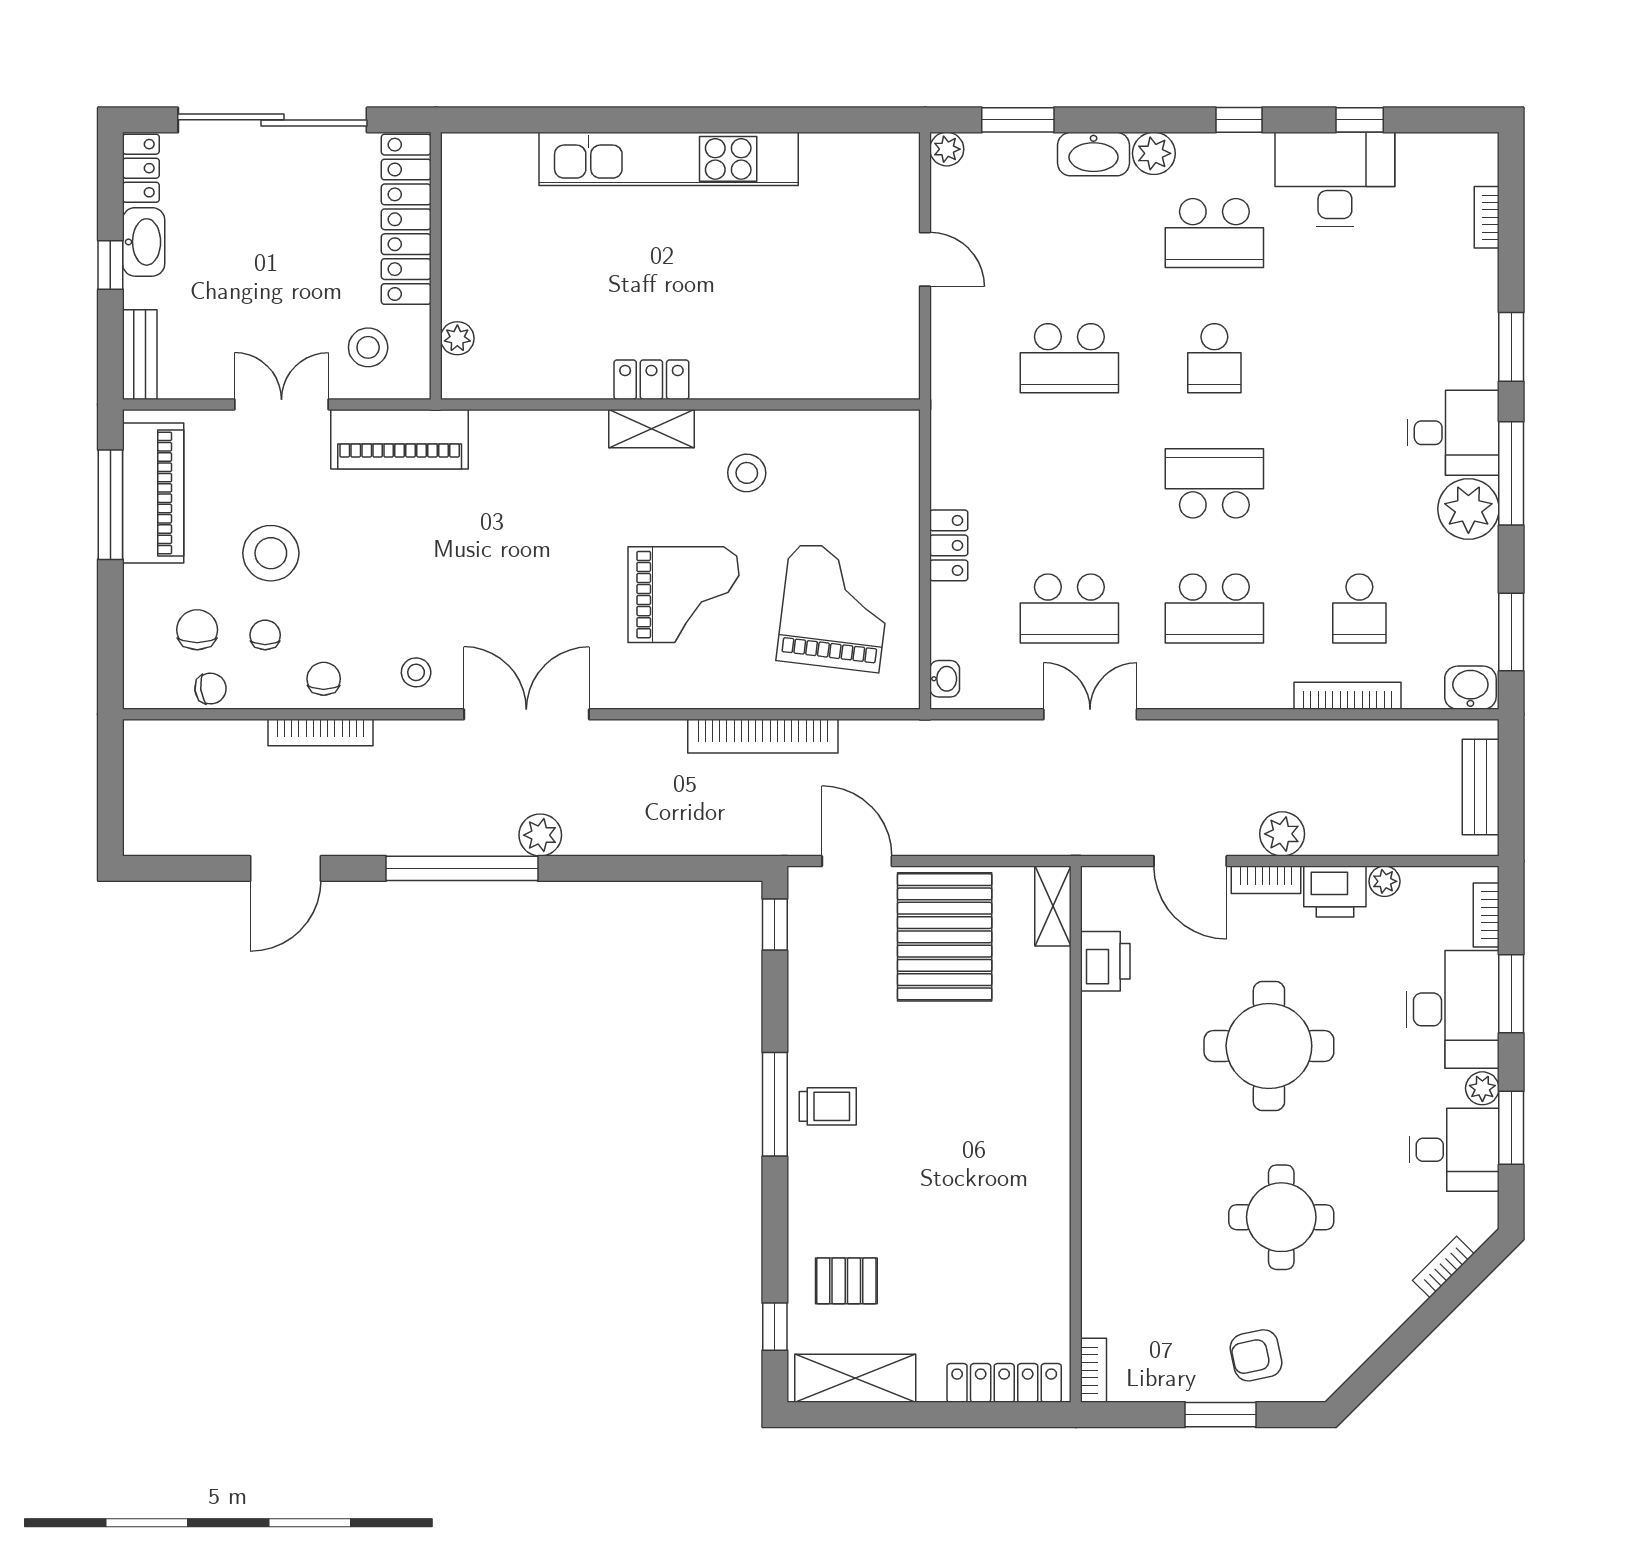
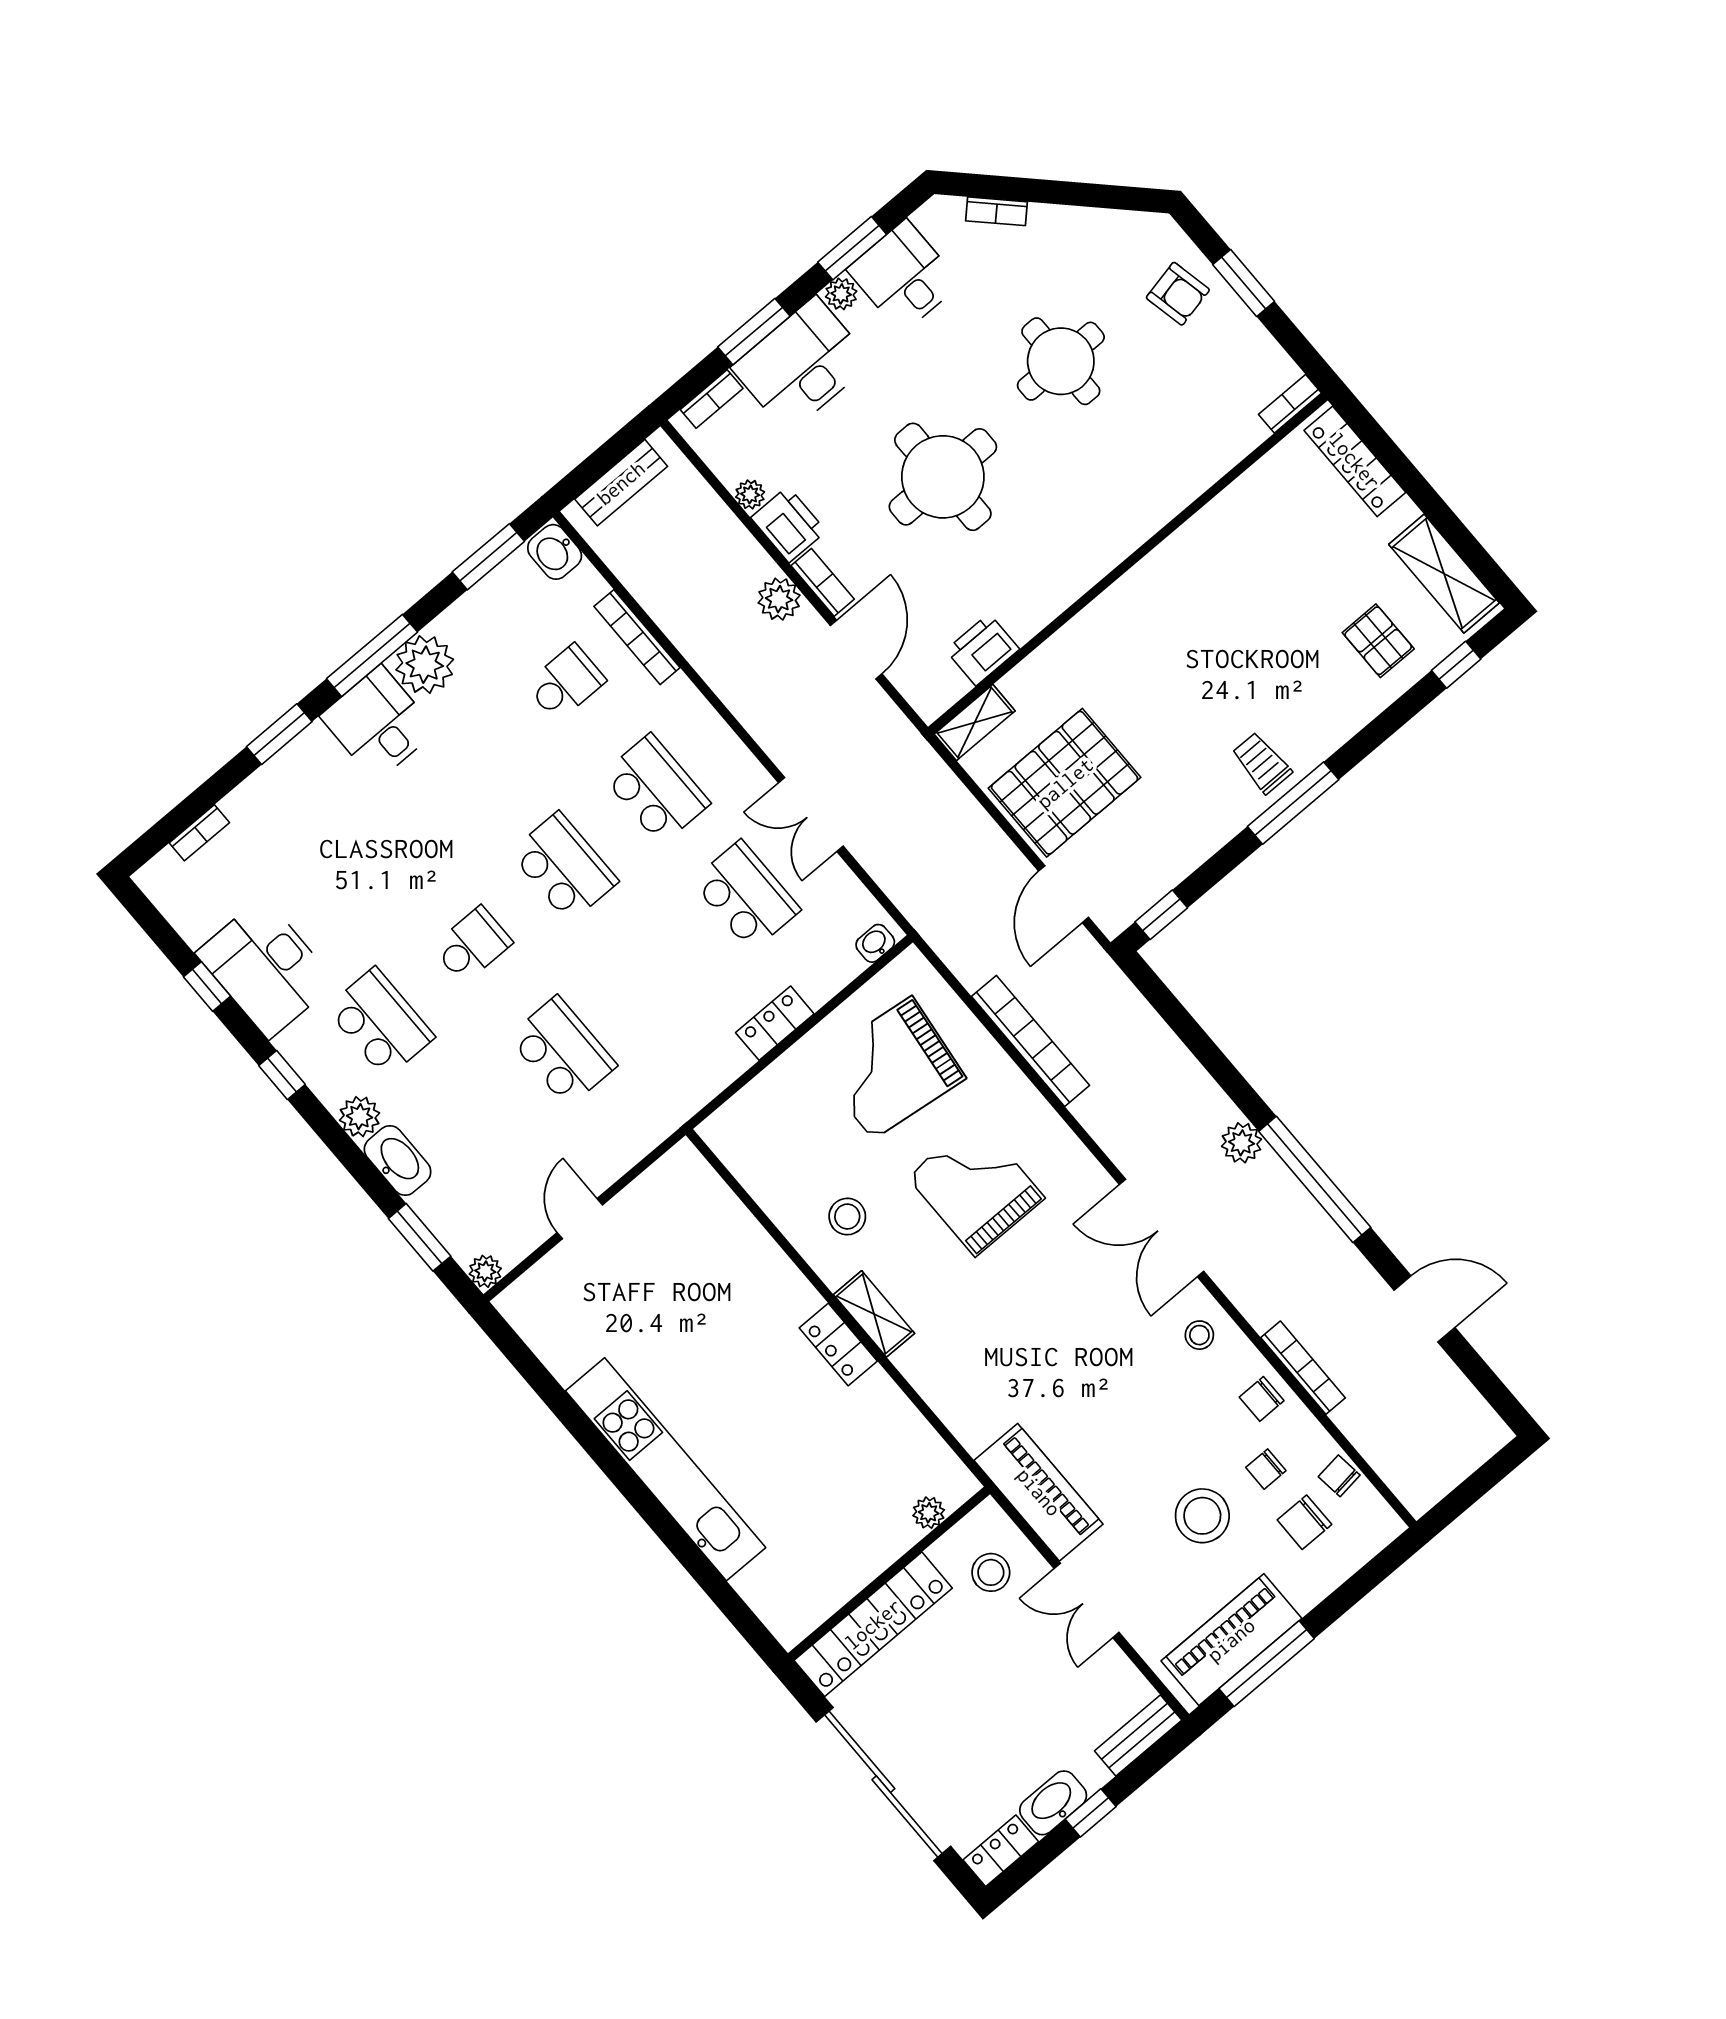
school desk: (1214, 483) -> (564, 867), turned 180

